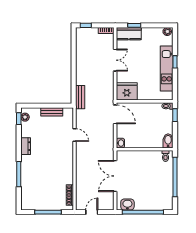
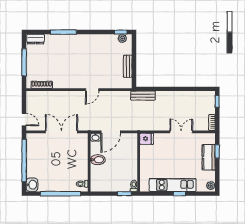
kitchen counter: (129, 34) -> (209, 157), moved
double door: (115, 60) -> (181, 132), swing flipped
fridge: (127, 91) -> (147, 139), width x0.53, depth x0.75
door: (115, 114) -> (111, 132), moved
door: (75, 135) -> (92, 90), moved
bidet: (168, 141) -> (98, 160), moved
dresser: (26, 146) -> (36, 39), moved
washbasin: (127, 204) -> (32, 185), moved
door: (92, 212) -> (24, 120), moved

